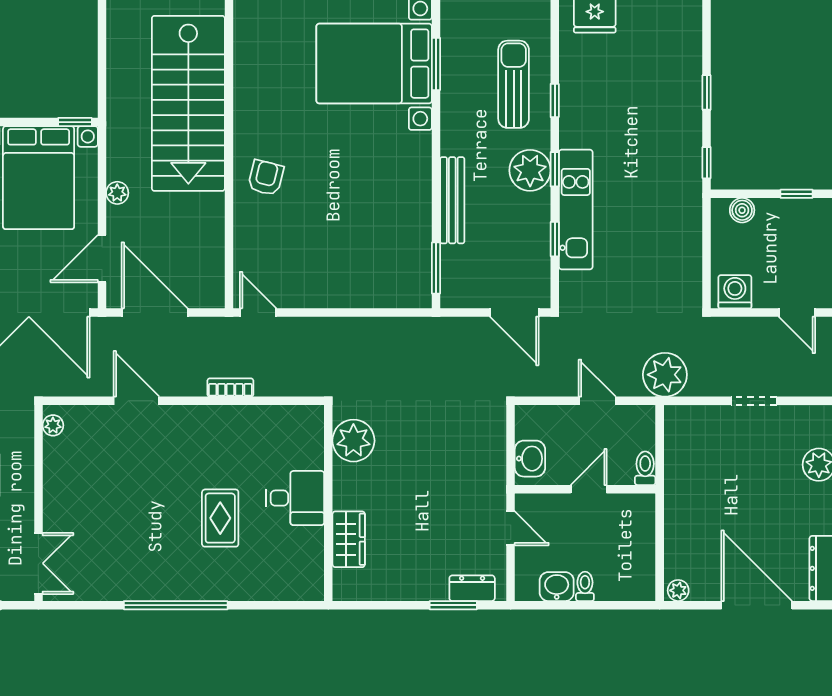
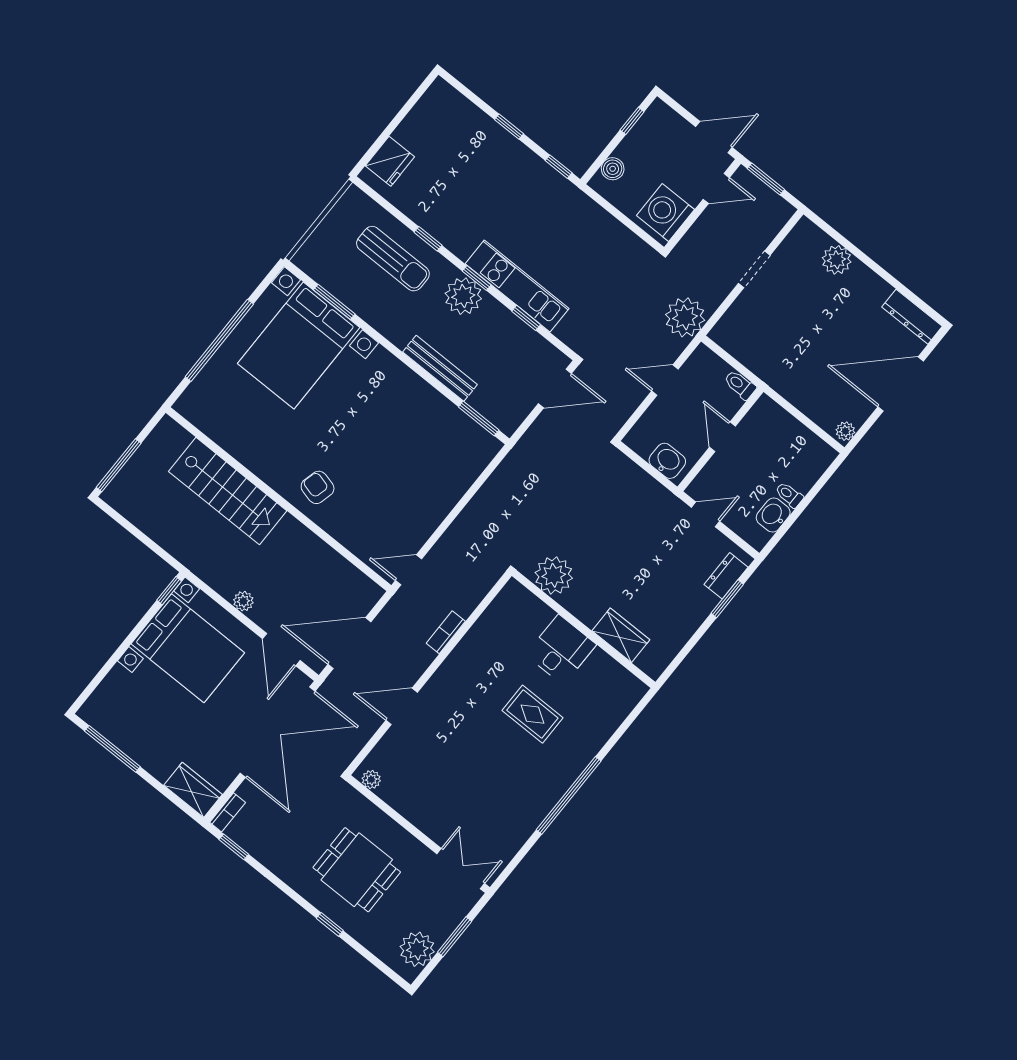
sun lounger: (514, 84) -> (393, 259), turned 180
stairs: (188, 103) -> (228, 491), width x0.73, depth x0.66
washing machine: (735, 292) -> (665, 213), width x1.37, depth x1.37

